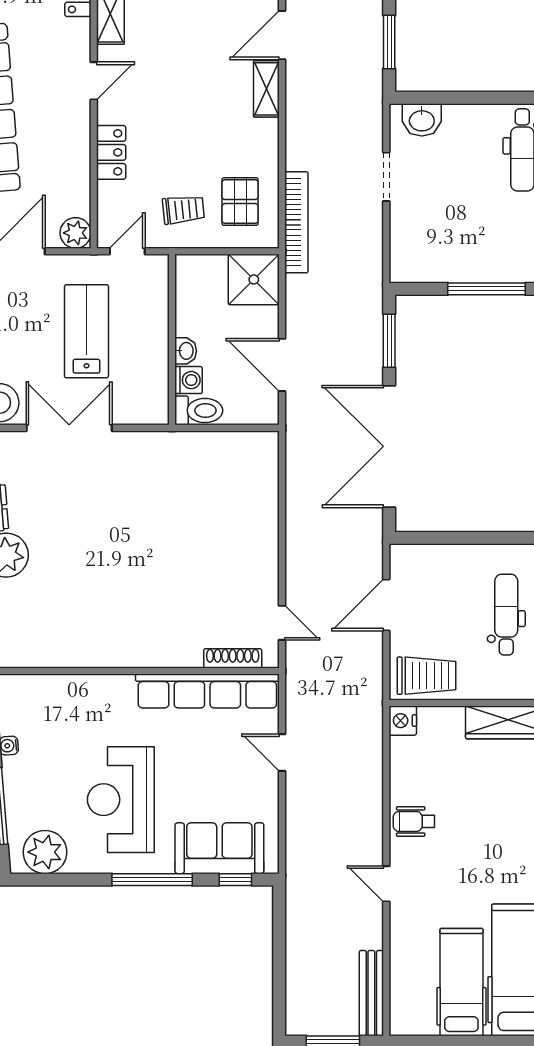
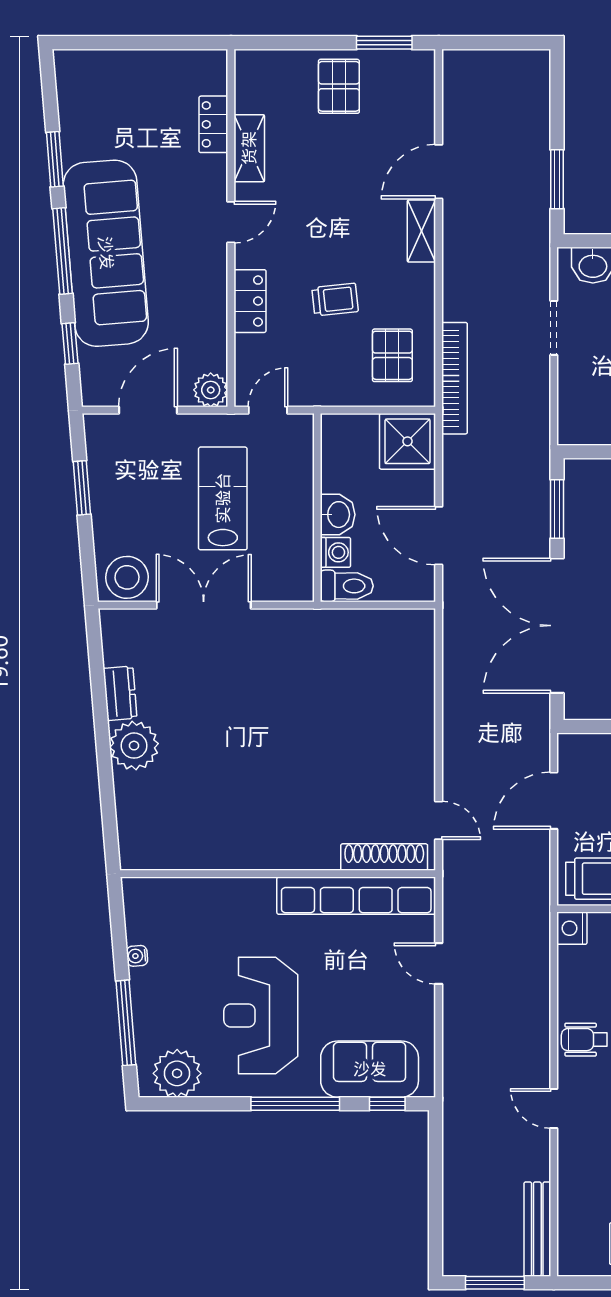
trolley: (183, 210) -> (335, 300), moved
washbasin: (186, 351) -> (338, 515), width x1.38, depth x1.45
shoe rack: (233, 658) -> (384, 857), width x1.36, depth x1.24

